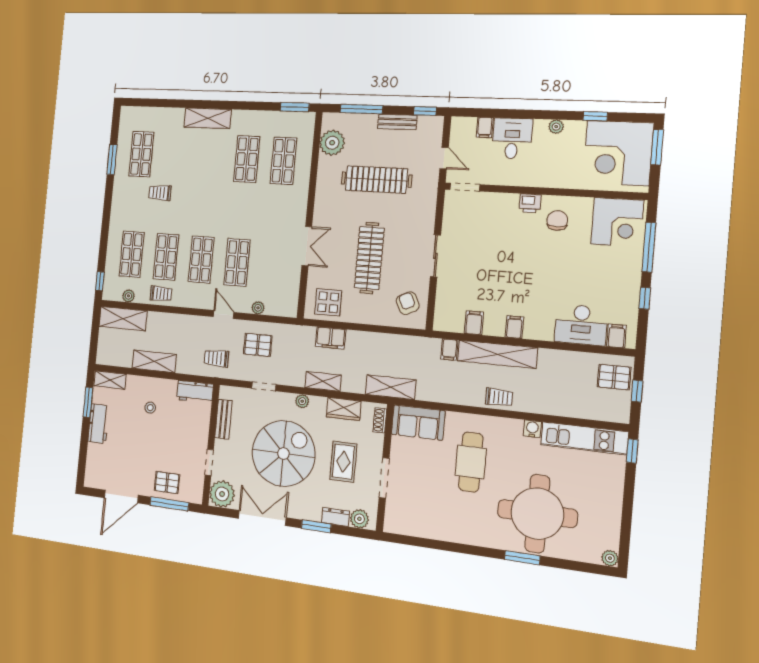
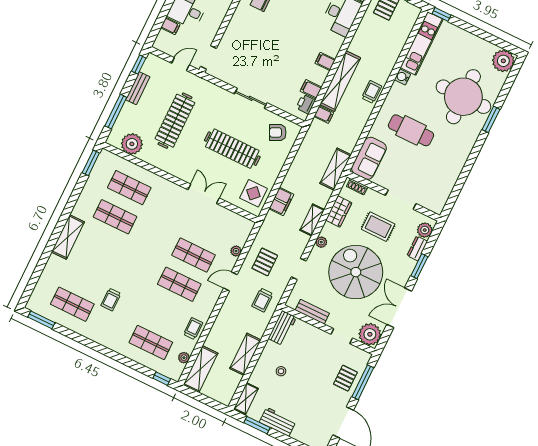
window: (112, 159) -> (41, 320), moved
printer: (530, 203) -> (306, 104), moved, turned 180
shop shelf: (166, 257) -> (165, 313), removed
plant: (610, 558) -> (503, 61), width x1.87, depth x1.87

